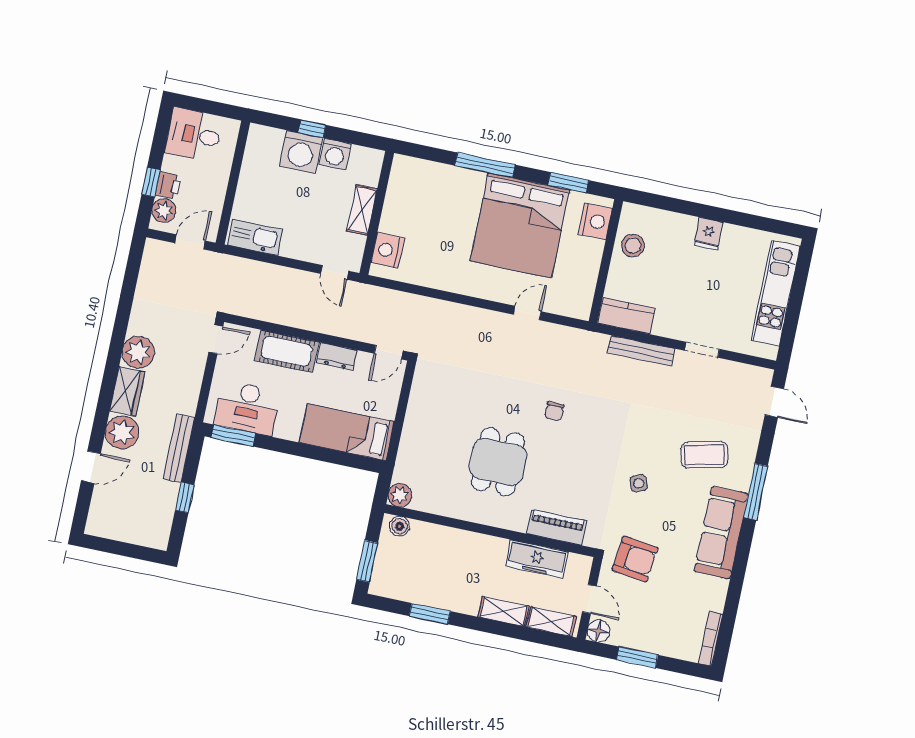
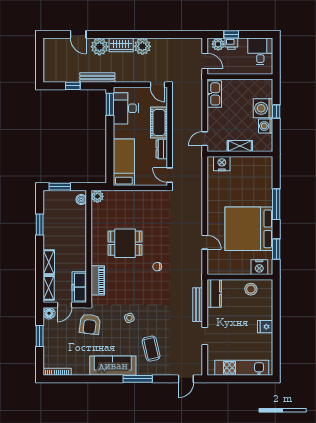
freezer: (537, 559) -> (79, 287), moved

